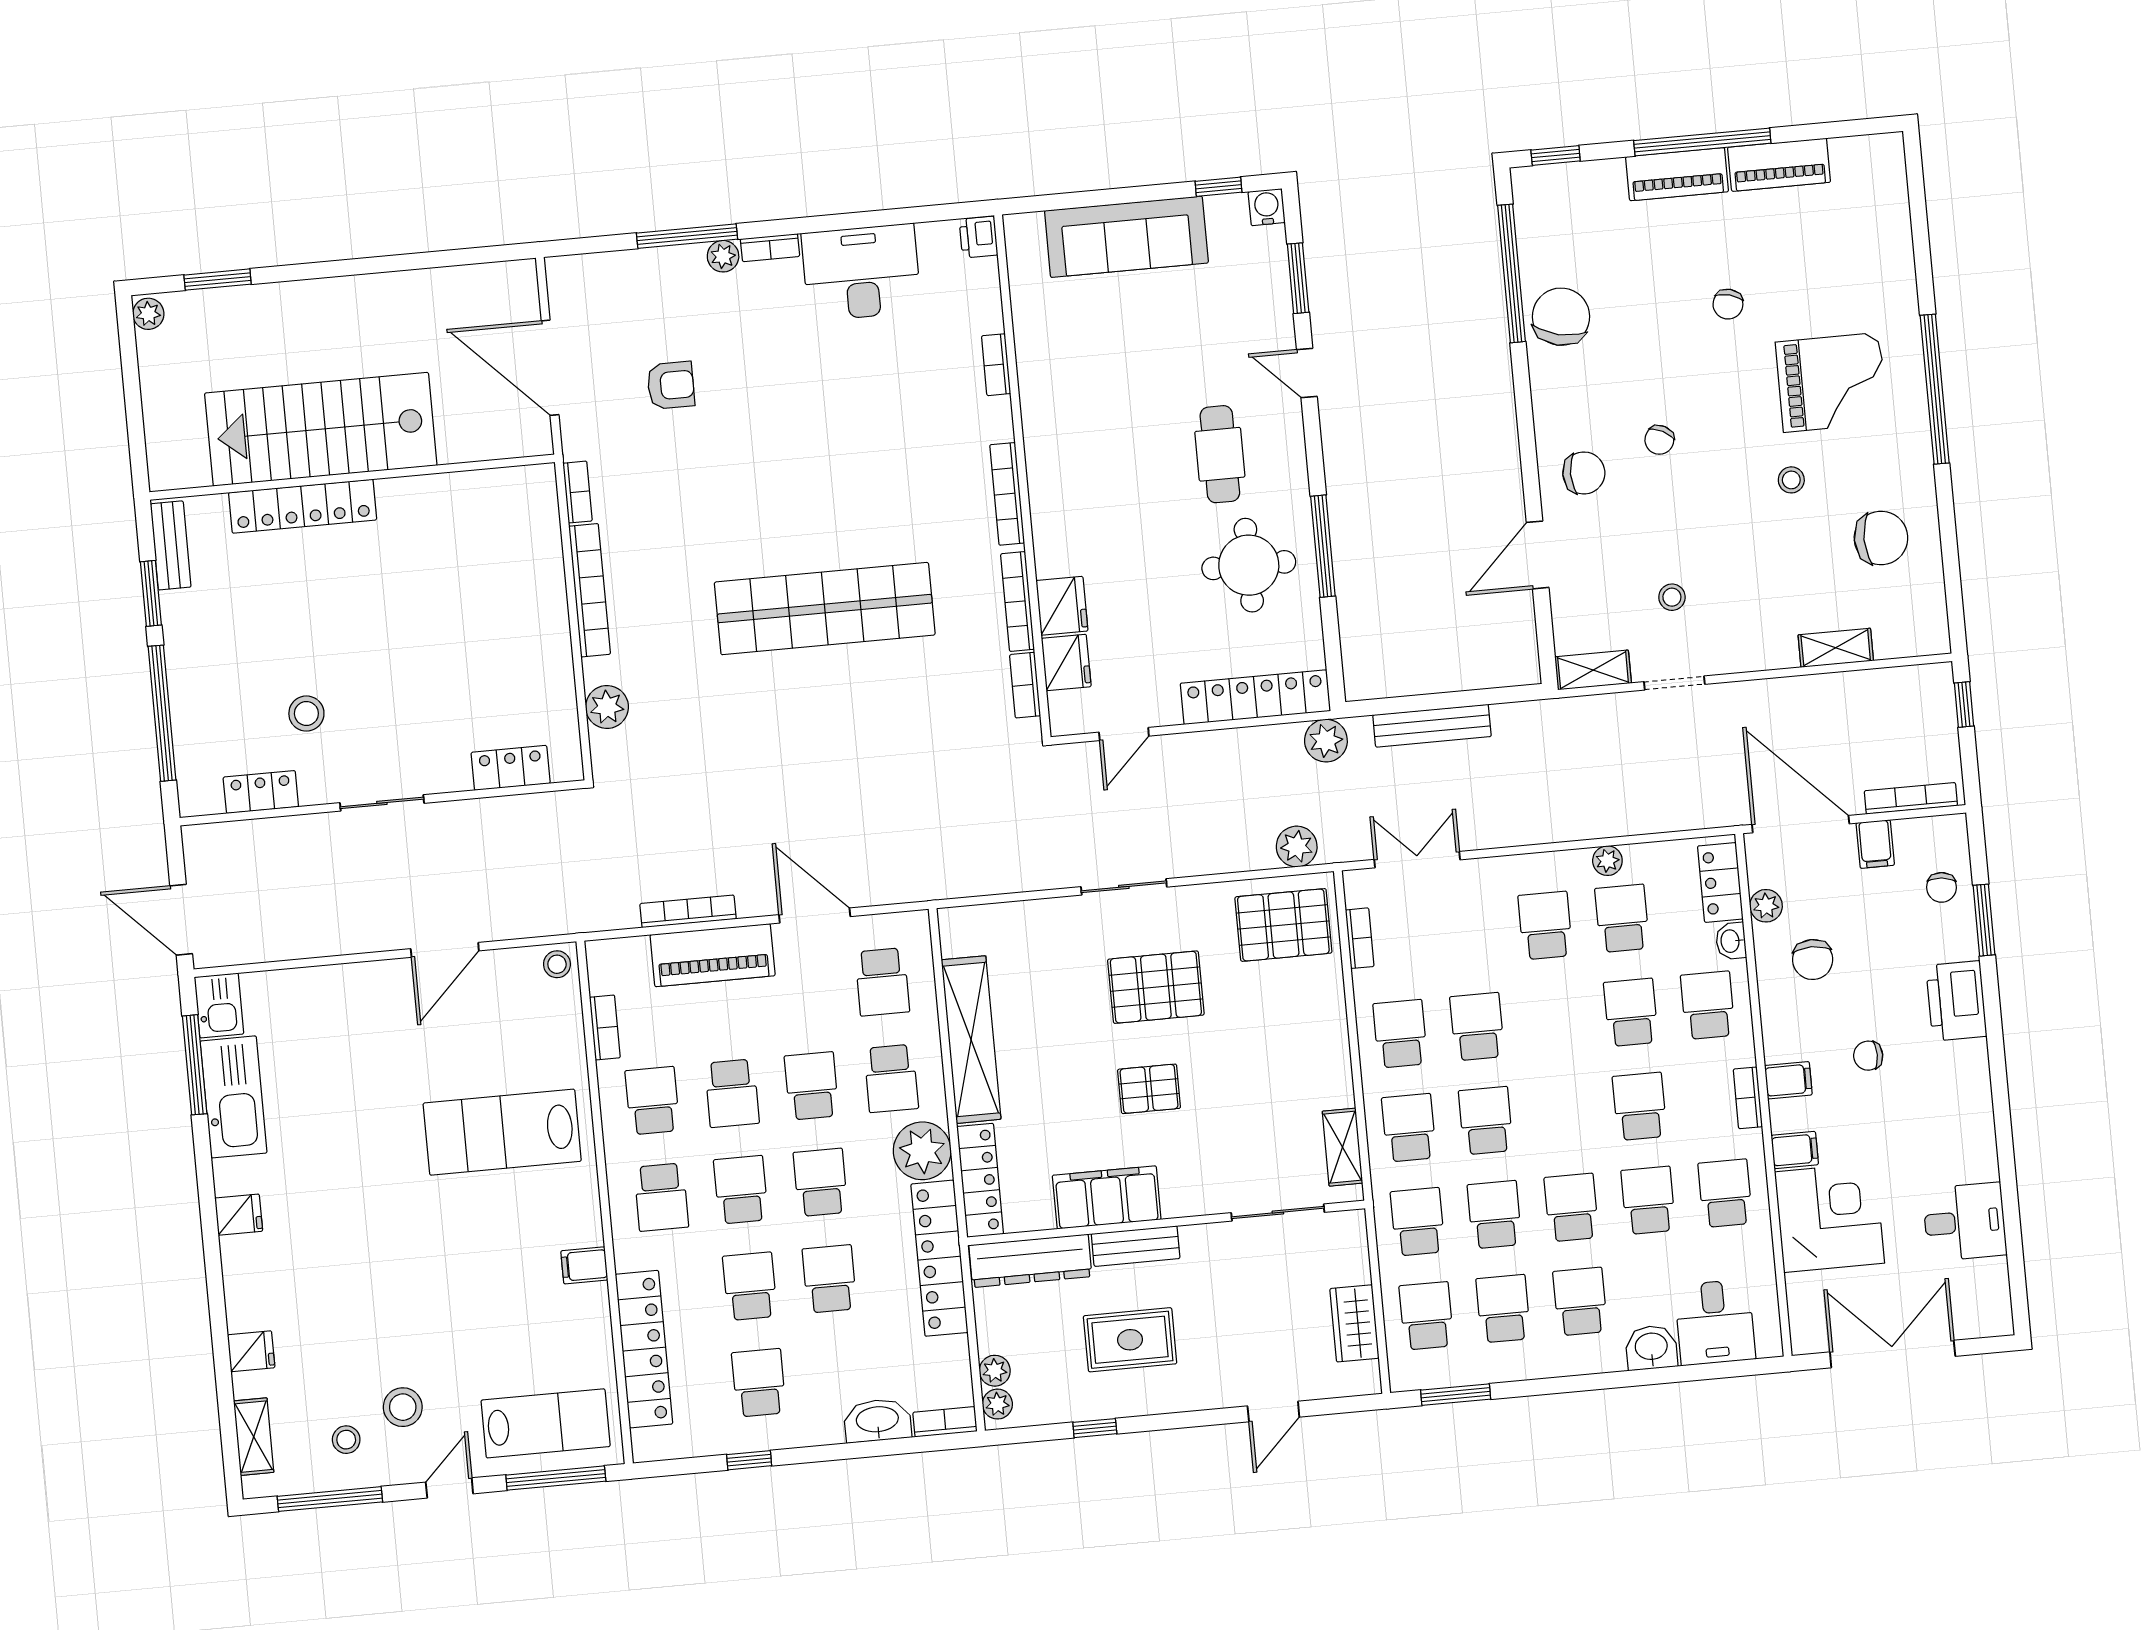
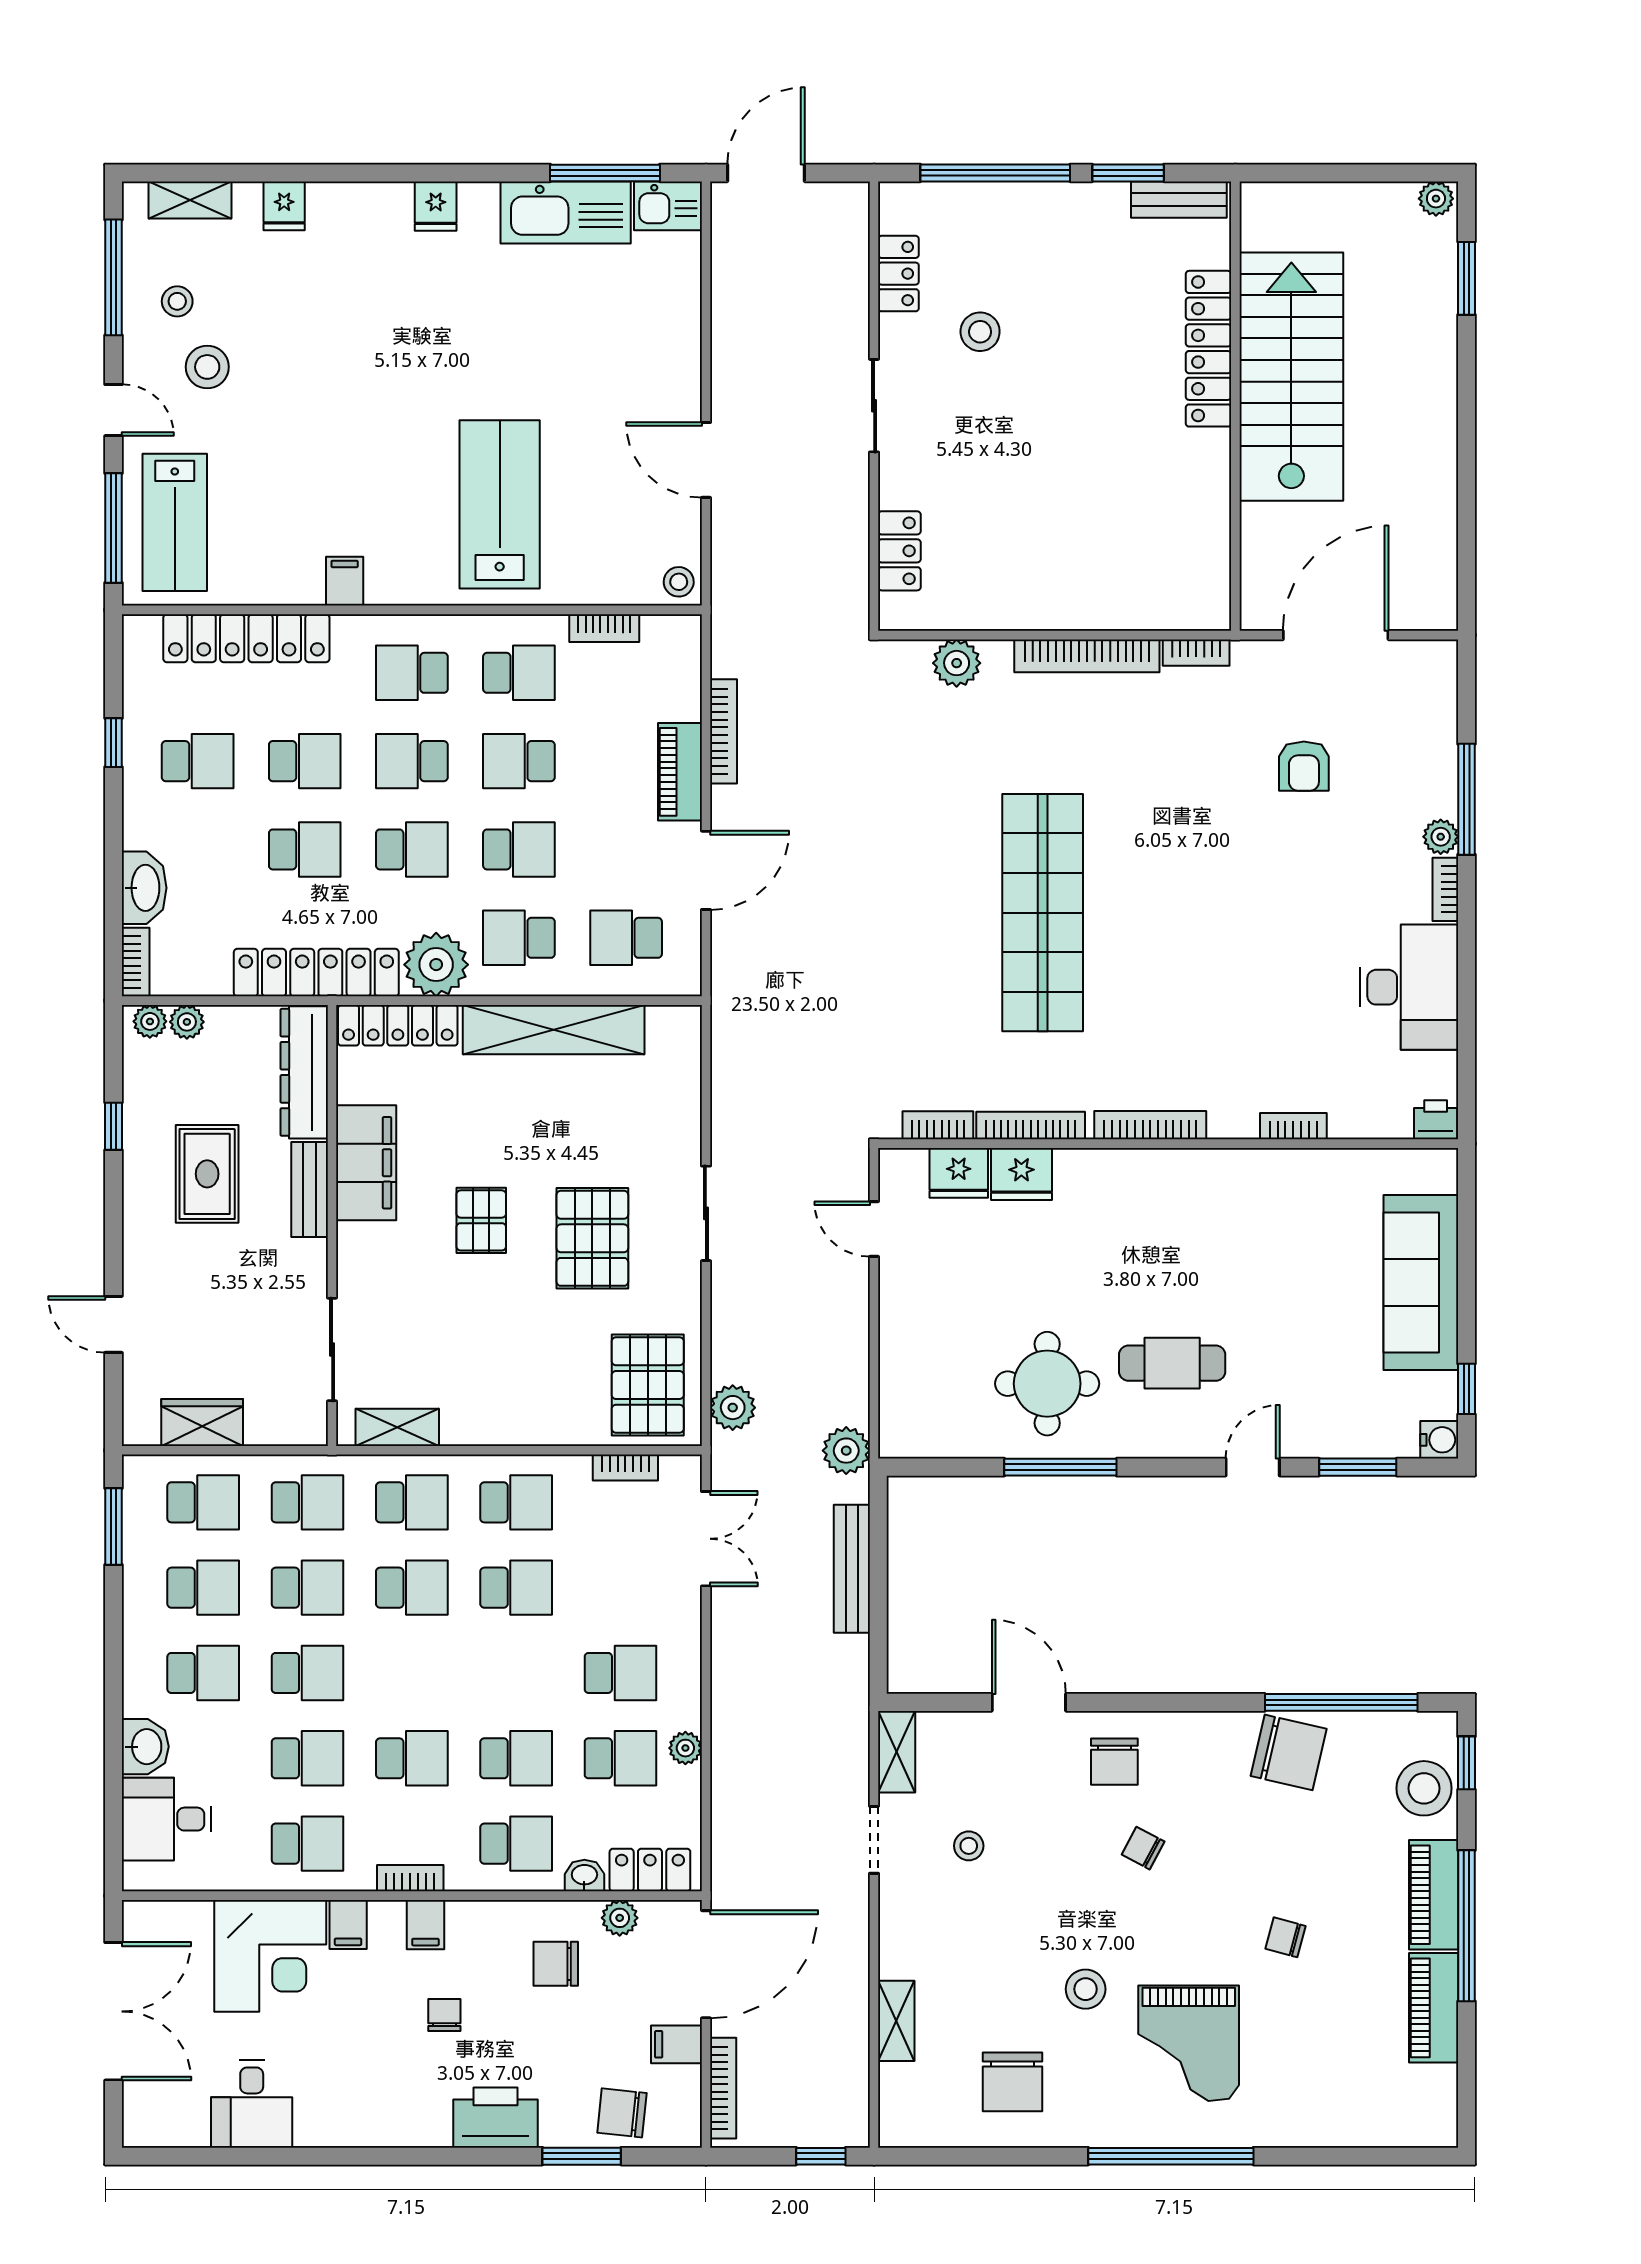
stool: (1582, 192) -> (1424, 1788), added
stool: (1791, 480) -> (1086, 1989), width x1.37, depth x1.37
locker: (1255, 697) -> (901, 1377), removed
chair: (1942, 887) -> (622, 2113), width x1.37, depth x1.37
piano: (713, 955) -> (680, 772), width x0.73, depth x0.75
school desk: (741, 1190) -> (412, 761), turned 180

